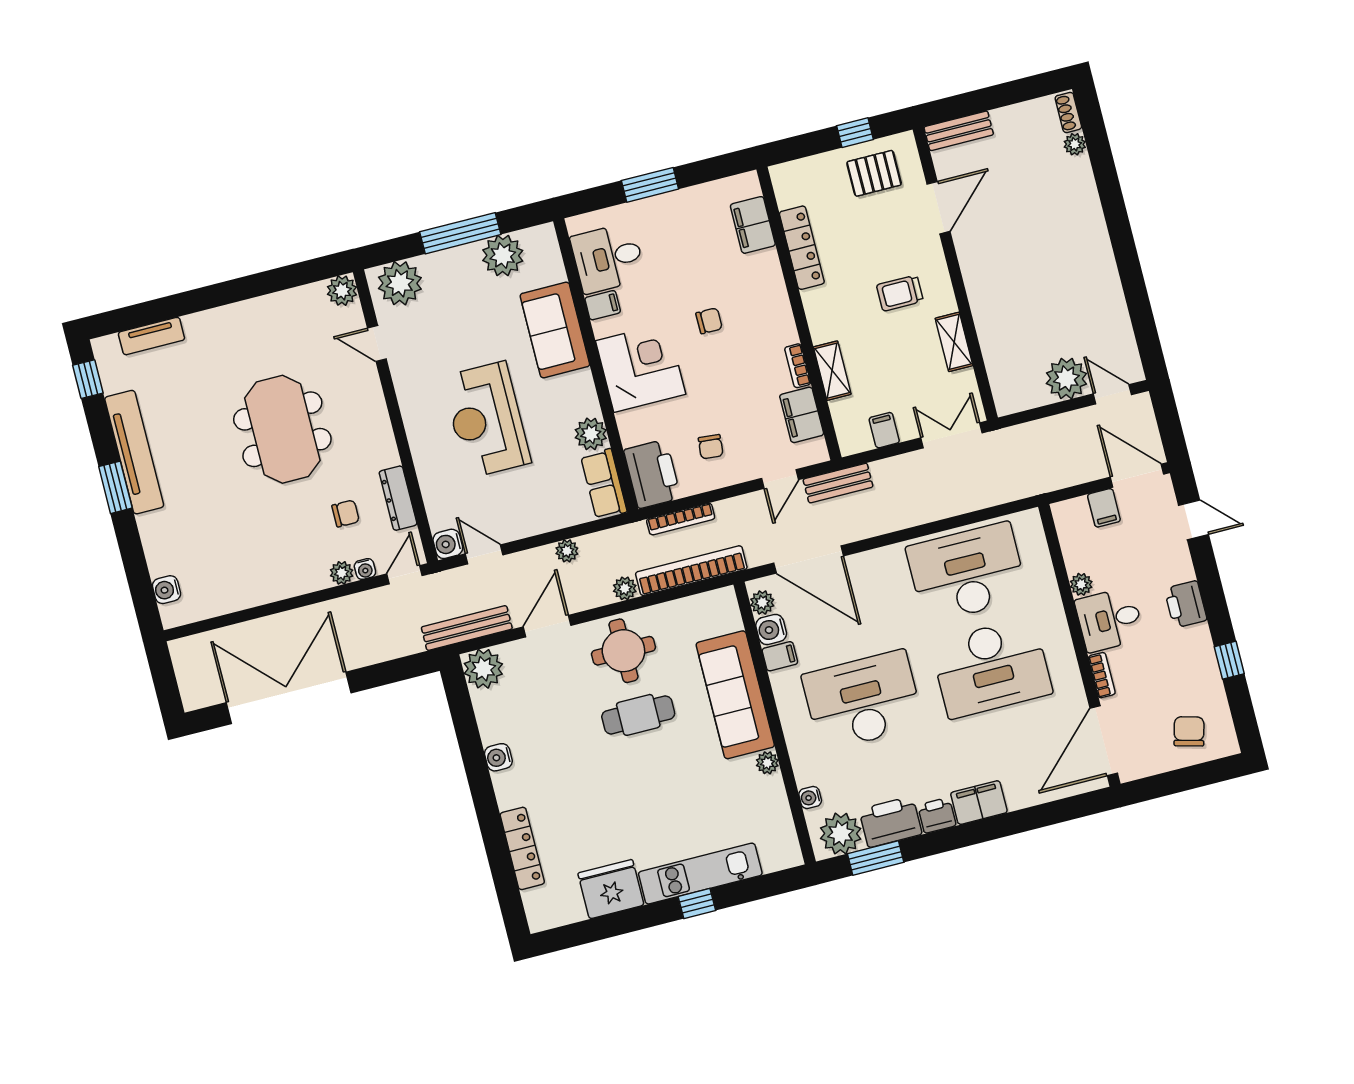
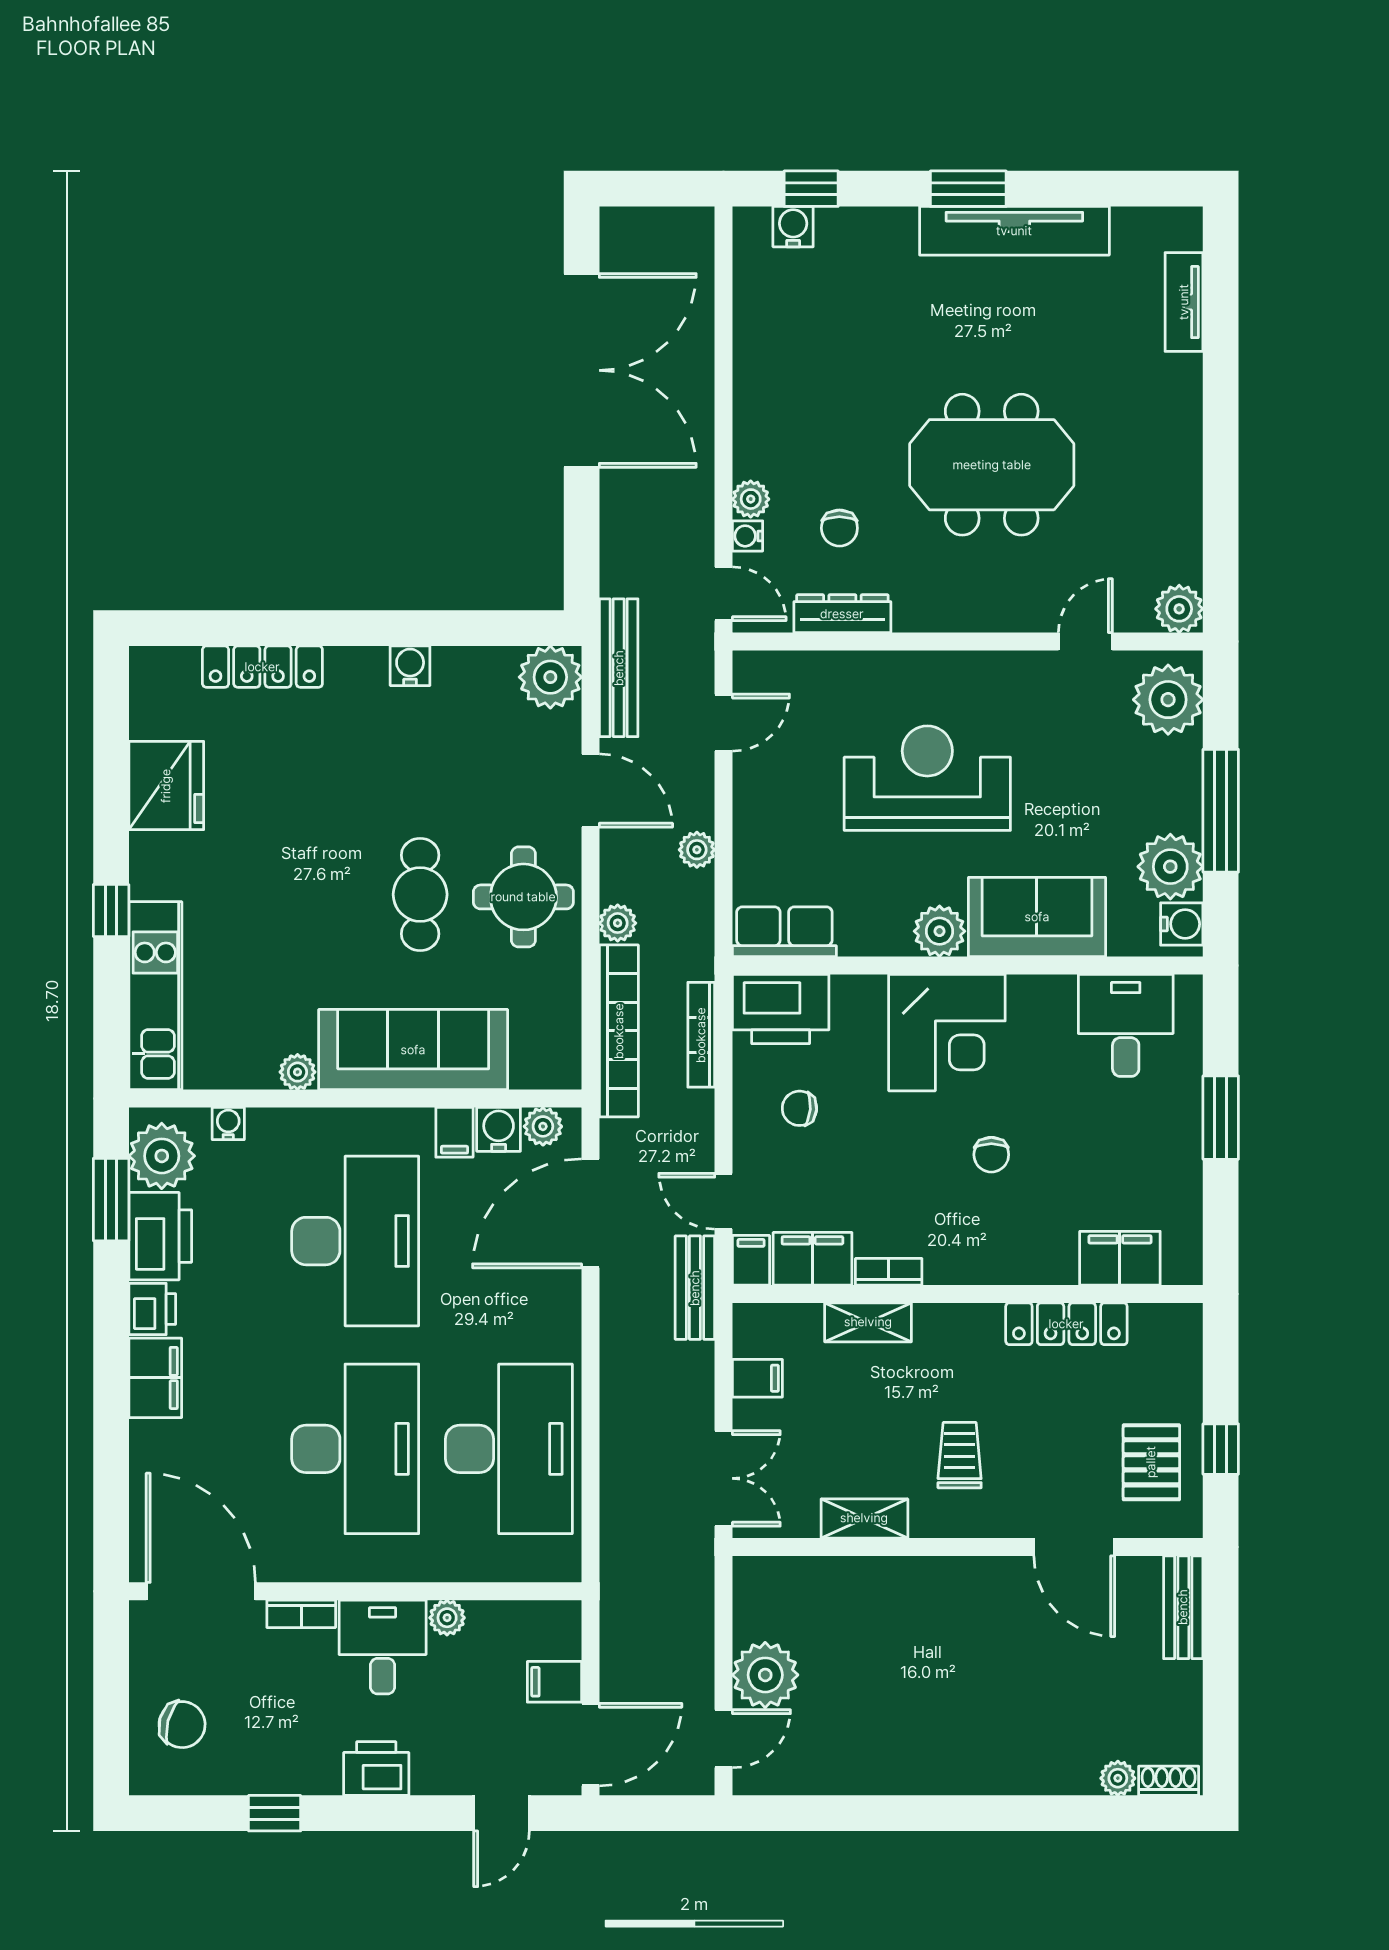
filing cabinet: (603, 305) -> (751, 1260), moved, turned 180
window: (88, 379) -> (811, 189), moved
plant: (591, 434) -> (939, 931), moved
water cooler: (448, 544) -> (1182, 924), moved, turned 90
desk: (991, 668) -> (355, 1449), turned 180
kitchen unit: (700, 874) -> (155, 996), moved

